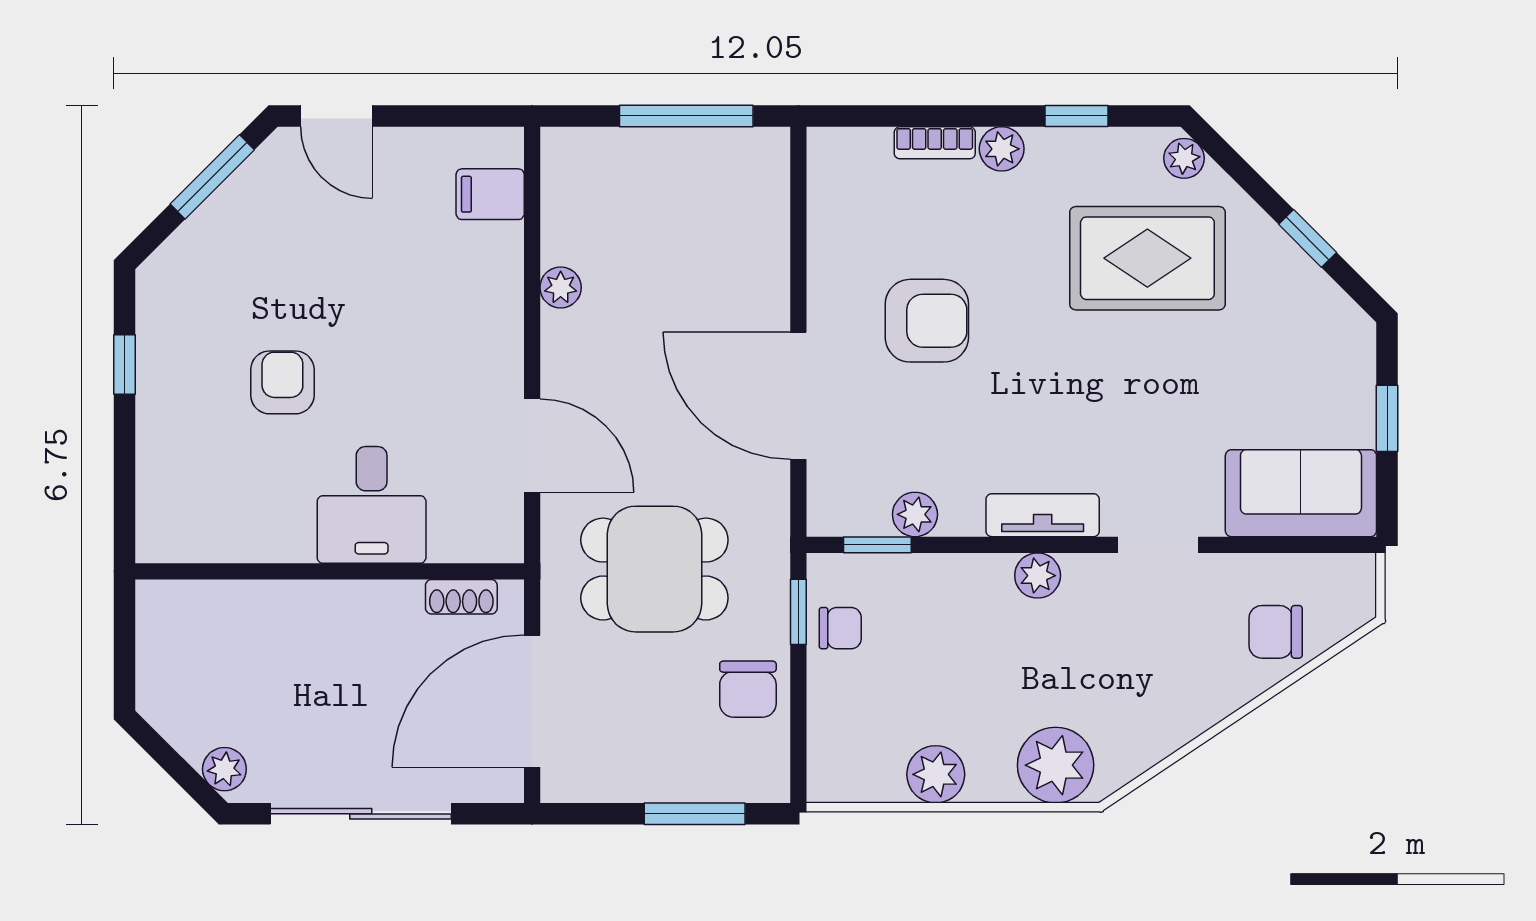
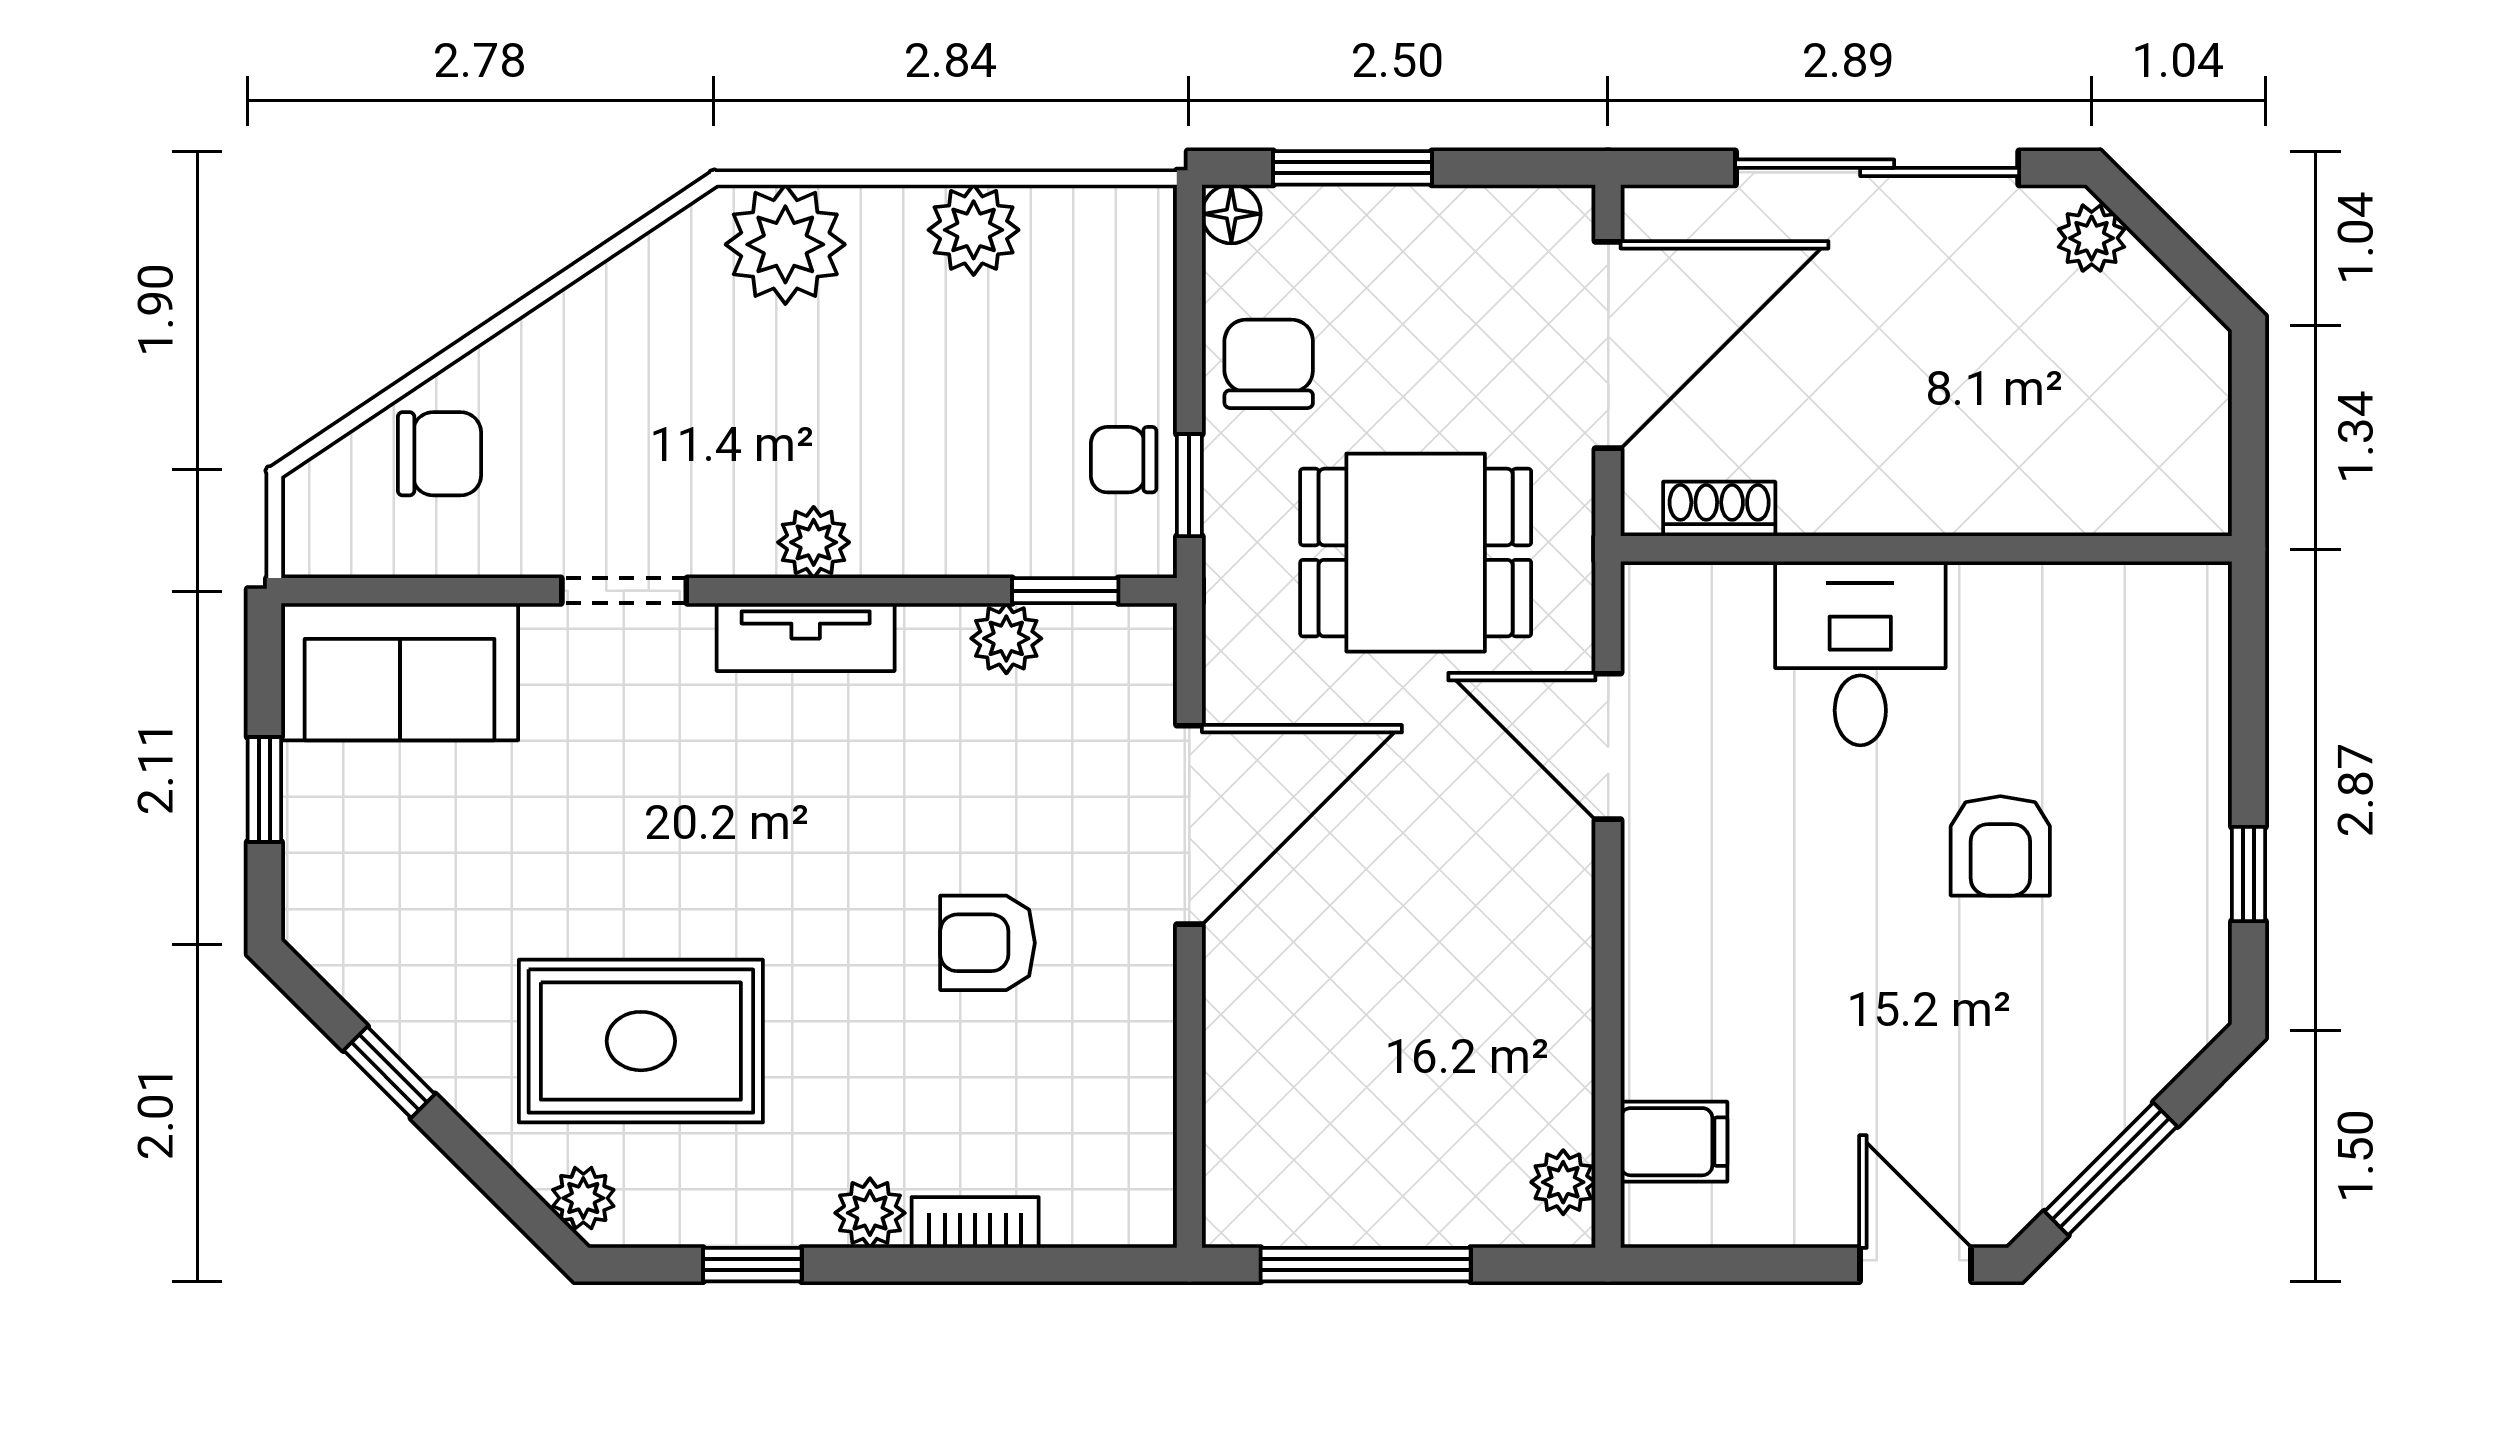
plant: (561, 287) -> (1563, 1182), moved
armchair: (927, 321) -> (988, 943), width x0.72, depth x0.72
door: (798, 396) -> (1189, 825), hinge flipped
floor lamp: (772, 784) -> (1231, 214), added

